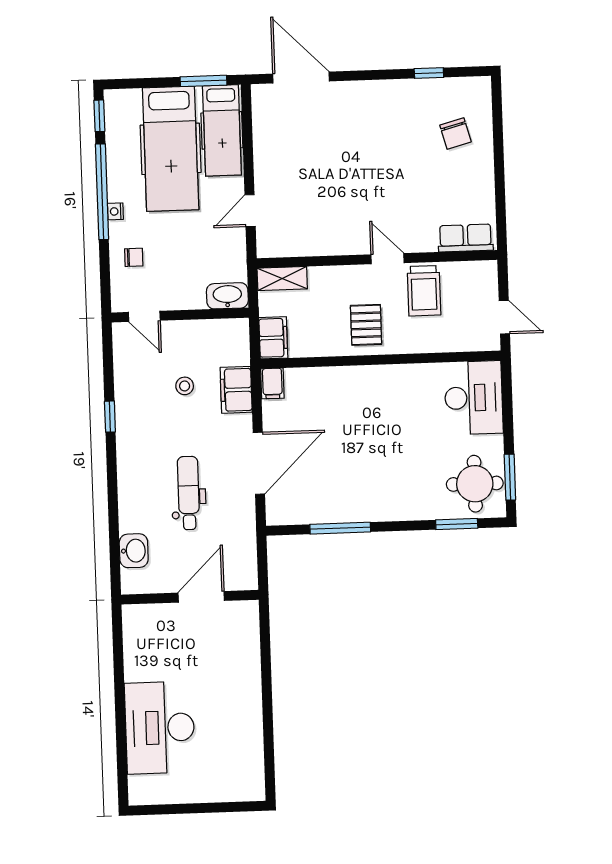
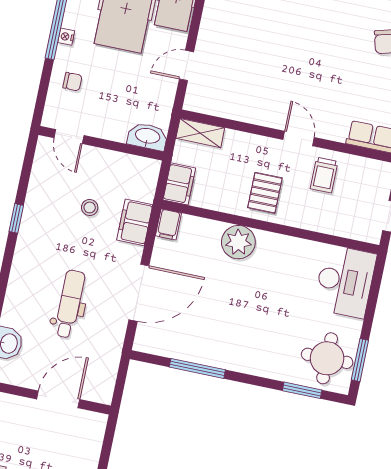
trolley: (424, 291) -> (324, 175), width x0.73, depth x0.72
plant: (351, 384) -> (238, 242), added

